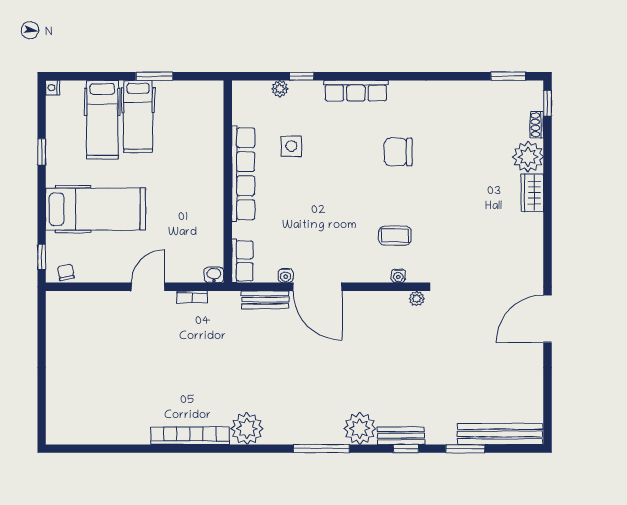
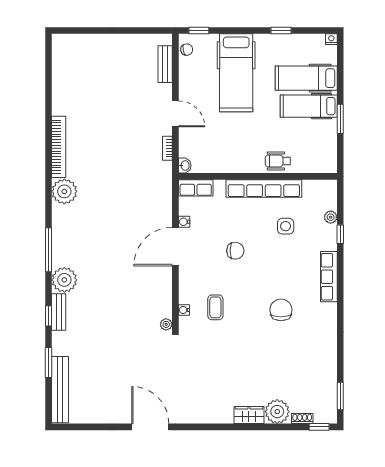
wheelchair: (208, 156) -> (278, 161), added
chair: (323, 210) -> (235, 251), added
bench: (265, 300) -> (165, 64), moved

